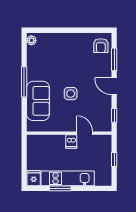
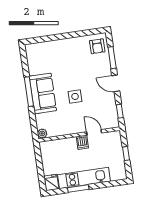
plant: (31, 40) -> (42, 133), moved
sofa: (38, 101) -> (43, 93), moved

